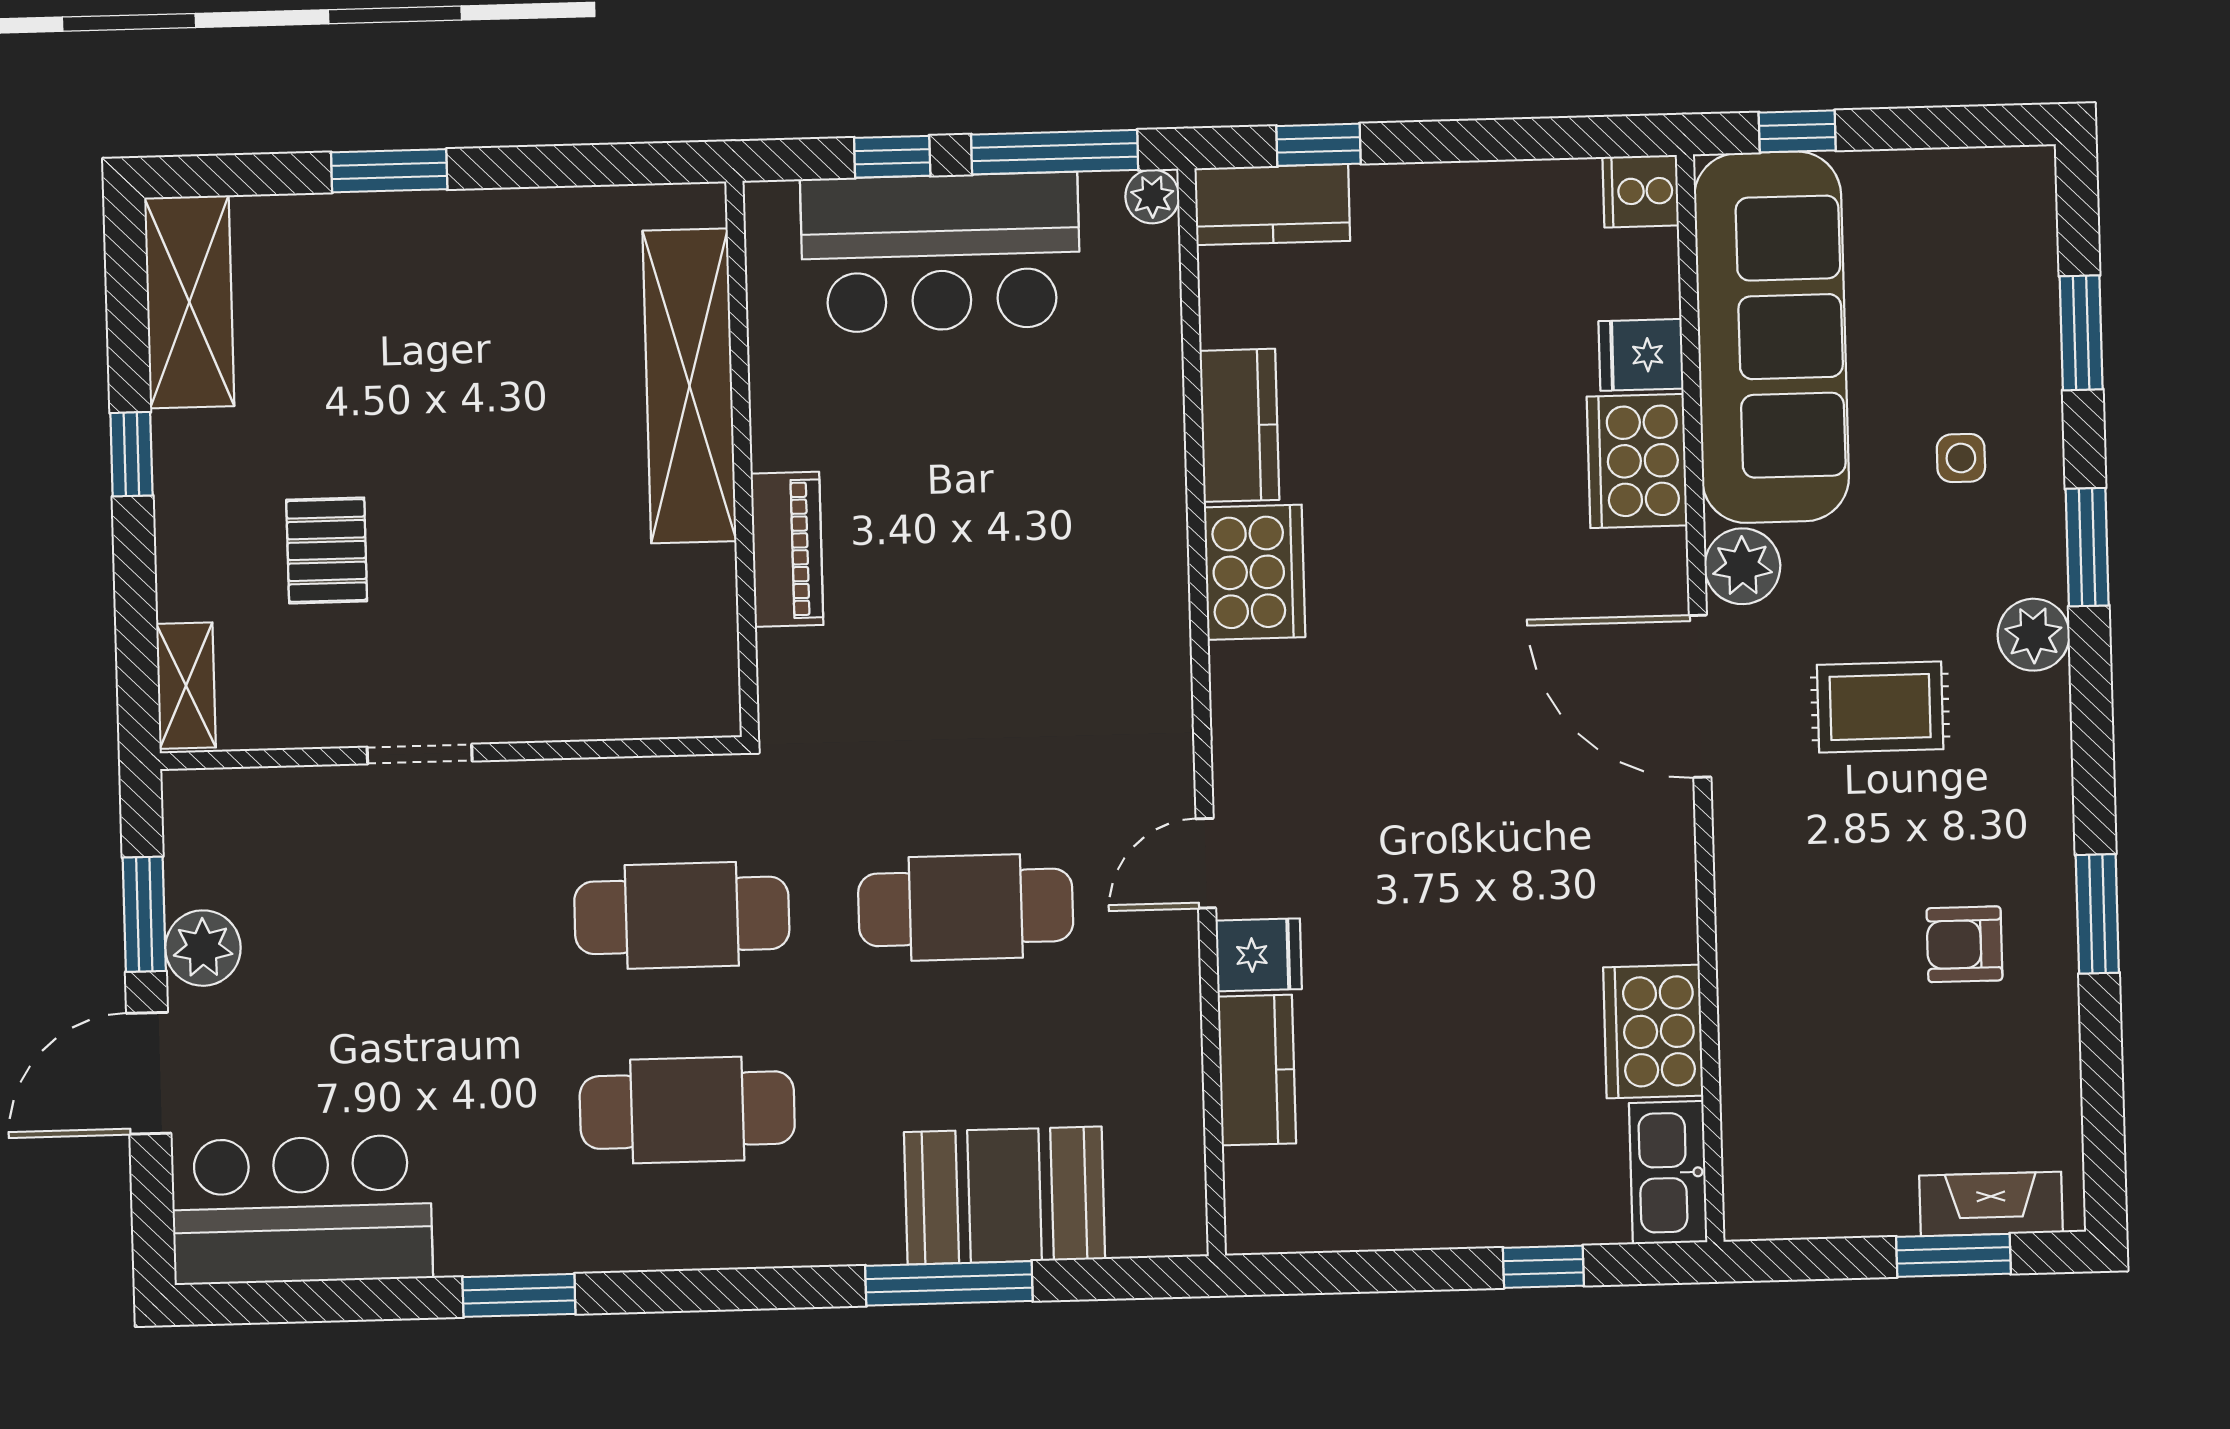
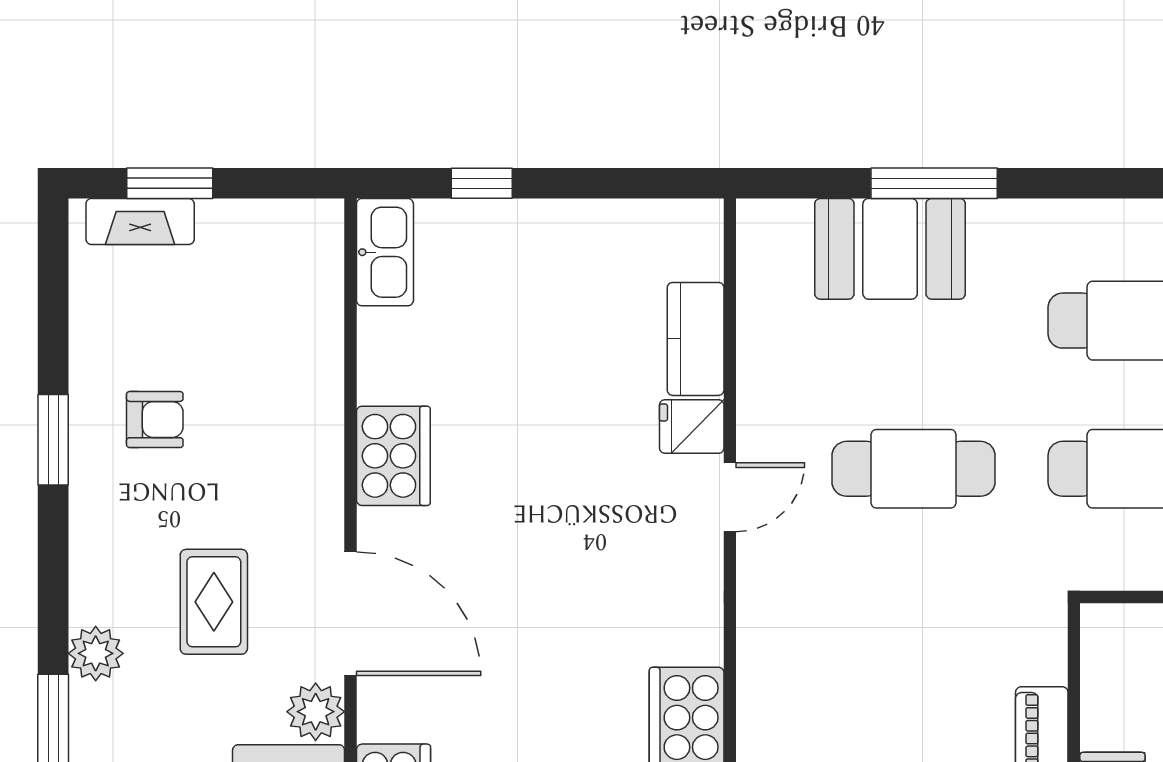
rug: (1880, 707) -> (214, 602), turned 90
cooker: (1653, 1032) -> (393, 456), moved

